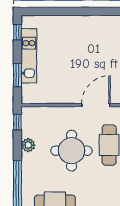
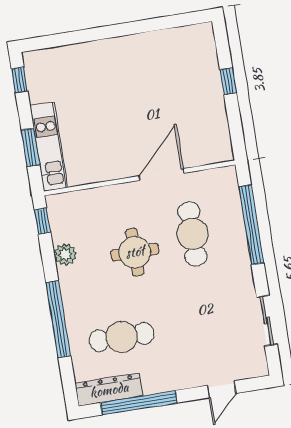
kitchen unit: (29, 56) -> (49, 146), moved
round table: (72, 151) -> (135, 252), width x0.73, depth x0.73

